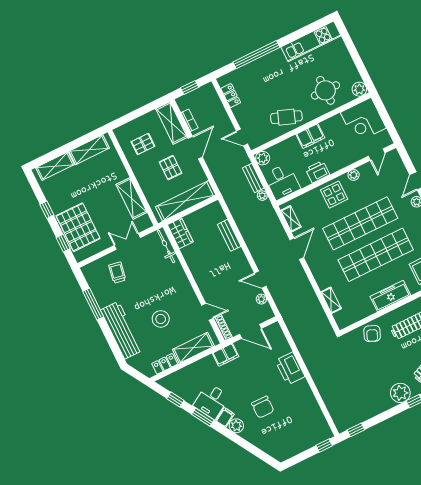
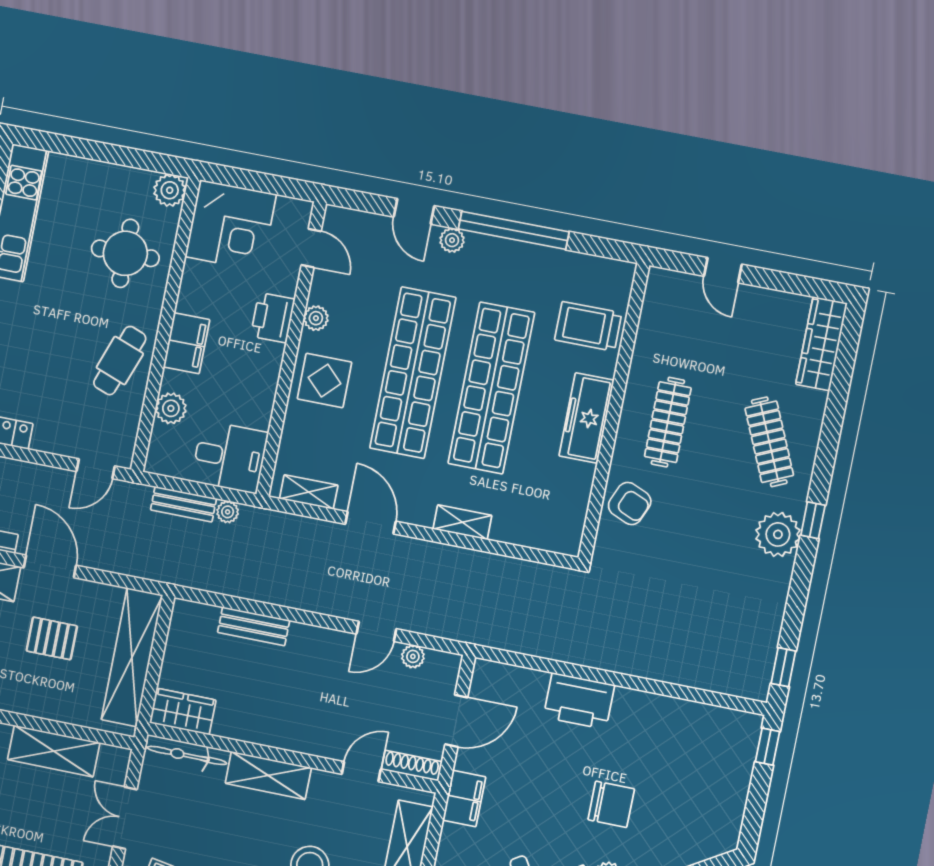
plant: (263, 158) -> (171, 408), moved
printer: (318, 172) -> (273, 318), moved
shelving: (181, 280) -> (268, 775), added
shelving: (331, 300) -> (462, 522), moved

